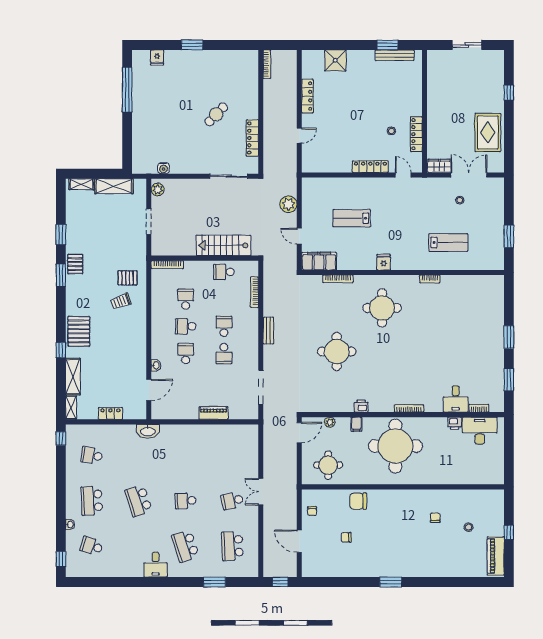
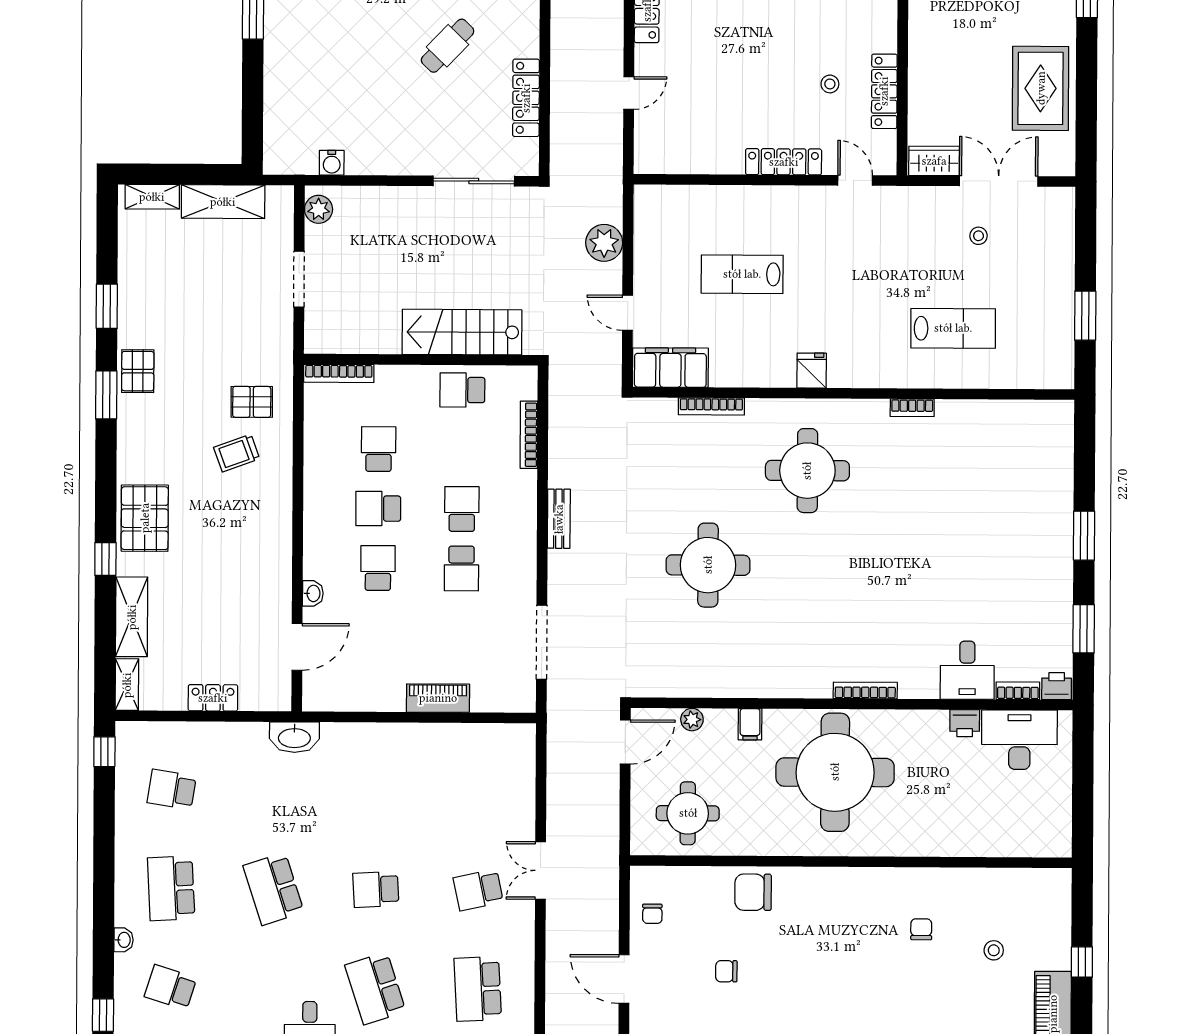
printer: (361, 406) -> (1057, 686), moved

